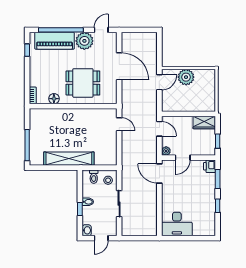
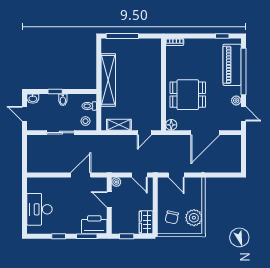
plant: (84, 41) -> (236, 101), width x0.53, depth x0.53
plant: (186, 77) -> (194, 218), moved
door: (159, 82) -> (176, 175), moved
dining table: (83, 83) -> (188, 95), turned 90
chair: (200, 98) -> (172, 217), added
floor lamp: (54, 99) -> (171, 125), moved
door: (159, 129) -> (139, 175), hinge flipped
shelving: (112, 149) -> (119, 125), added
printer: (210, 166) -> (94, 225), width x1.87, depth x1.48
door: (159, 173) -> (81, 175), moved
desk: (177, 224) -> (39, 209), moved

